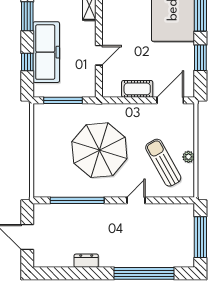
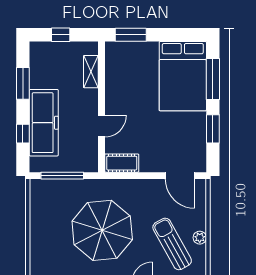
cot: (137, 89) -> (122, 163), moved
door: (170, 100) -> (180, 176), swing flipped

